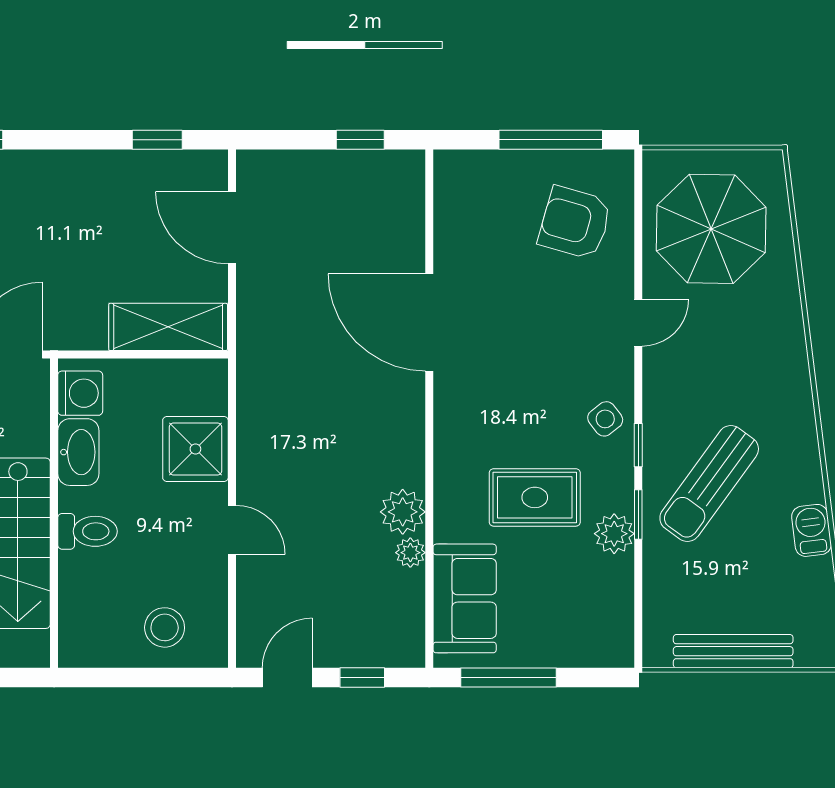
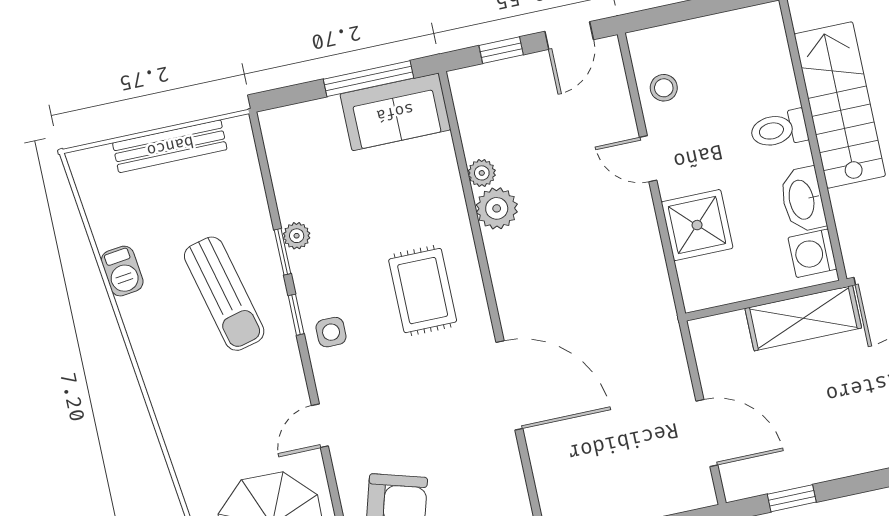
shelving: (168, 327) -> (803, 318), moved
side table: (605, 419) -> (331, 332), turned 38
sun lounger: (709, 483) -> (224, 294), turned 130
rug: (535, 497) -> (423, 291), moved, turned 90
plant: (614, 534) -> (297, 236), width x0.73, depth x0.73
sofa: (465, 598) -> (395, 112), moved, turned -90
stool: (165, 627) -> (664, 88), moved, width x0.73, depth x0.73

